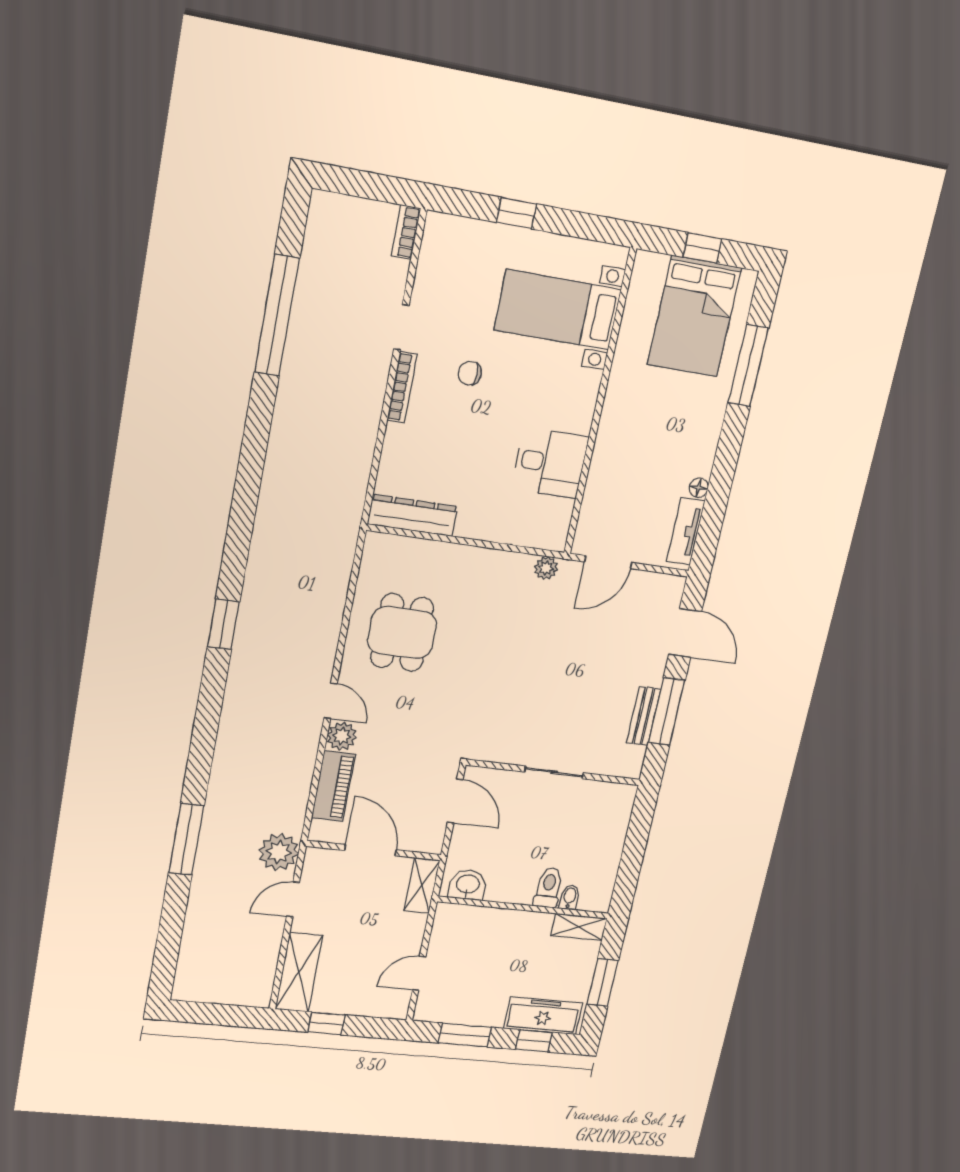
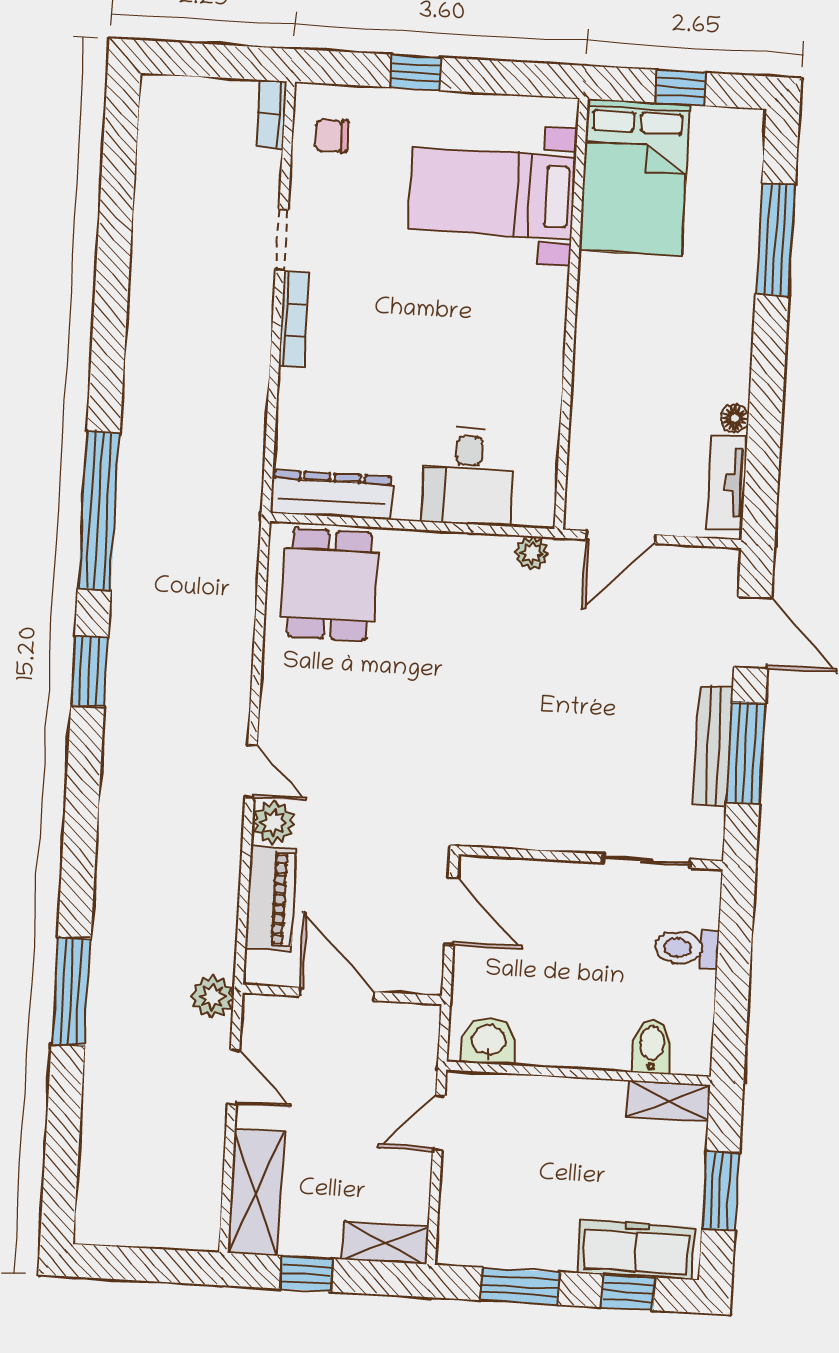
window: (277, 315) -> (99, 511), moved
bed: (694, 316) -> (634, 177), moved
chair: (470, 373) -> (332, 136), moved
desk: (550, 463) -> (468, 476), moved, turned 90
dining table: (402, 633) -> (330, 585), moved
bench: (644, 716) -> (713, 746), width x1.36
sliding door: (554, 772) -> (646, 861), moved
plant: (279, 852) -> (213, 997), width x0.73, depth x0.73
shelving: (422, 885) -> (385, 1243), moved, turned 90
toilet: (548, 888) -> (687, 948), moved, turned -90
bidet: (570, 897) -> (652, 1047), width x1.38, depth x1.36
door: (293, 899) -> (233, 1077), swing flipped
door: (419, 973) -> (439, 1123), moved

